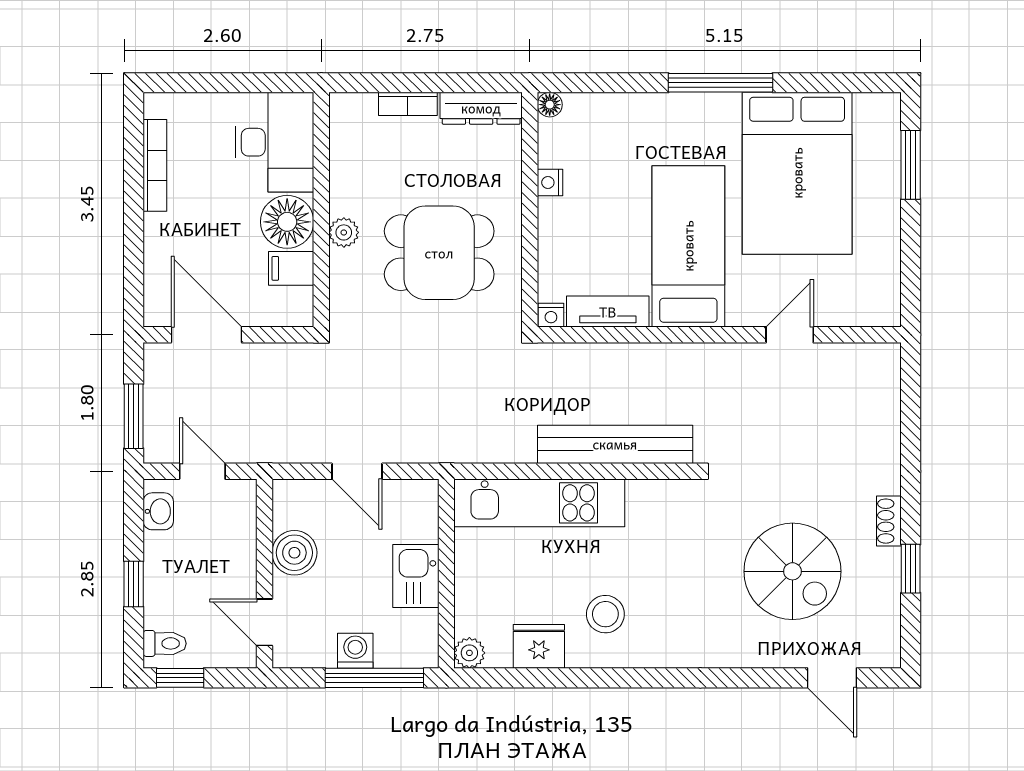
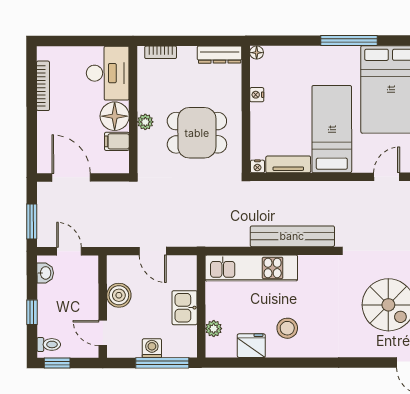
bookcase: (408, 104) -> (161, 52), moved
plant: (469, 653) -> (214, 329), moved

